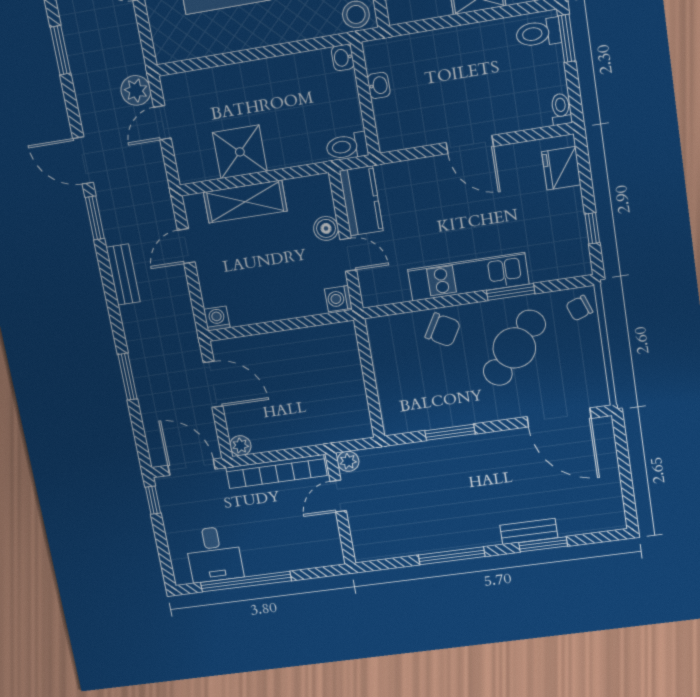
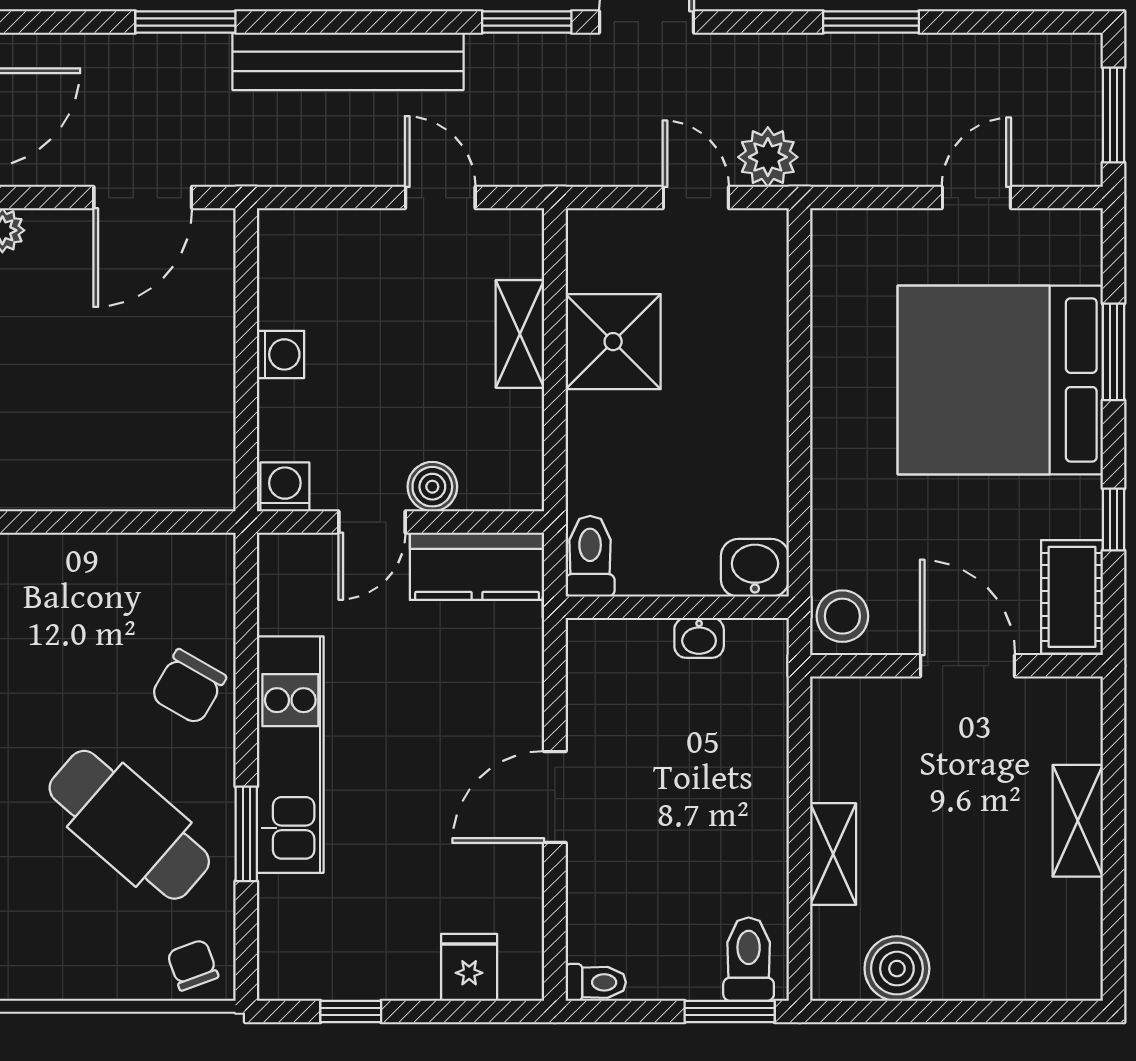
washbasin: (343, 58) -> (755, 568), width x1.38, depth x1.45
fridge: (561, 168) -> (469, 967), width x0.72
shelving: (245, 202) -> (520, 334), width x0.67, depth x0.75
bench: (123, 275) -> (348, 61), width x1.86, depth x1.21
washing machine: (217, 319) -> (281, 354), moved

